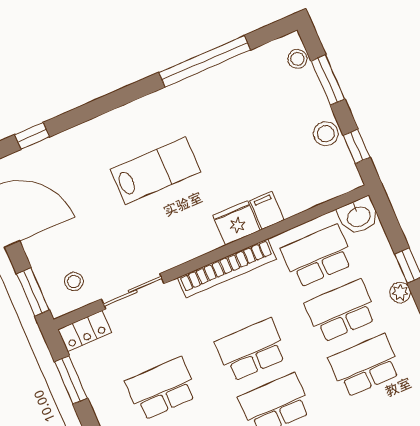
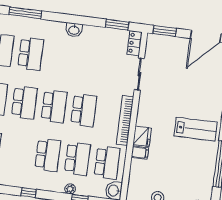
lab bench: (155, 171) -> (196, 129), moved, turned -90
stool: (74, 281) -> (159, 51), removed
school desk: (161, 389) -> (90, 61), removed

